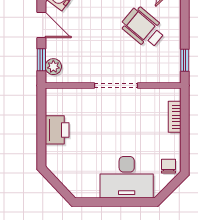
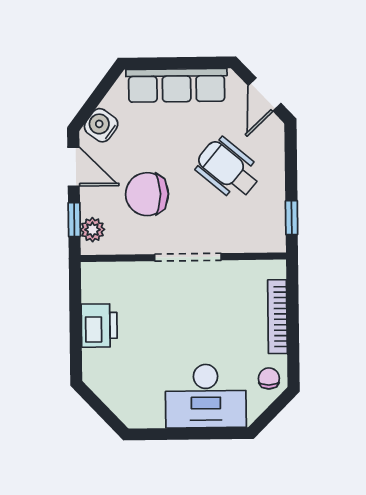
chair: (90, 44) -> (147, 194), added
bookcase: (175, 117) -> (277, 317), width x1.56

